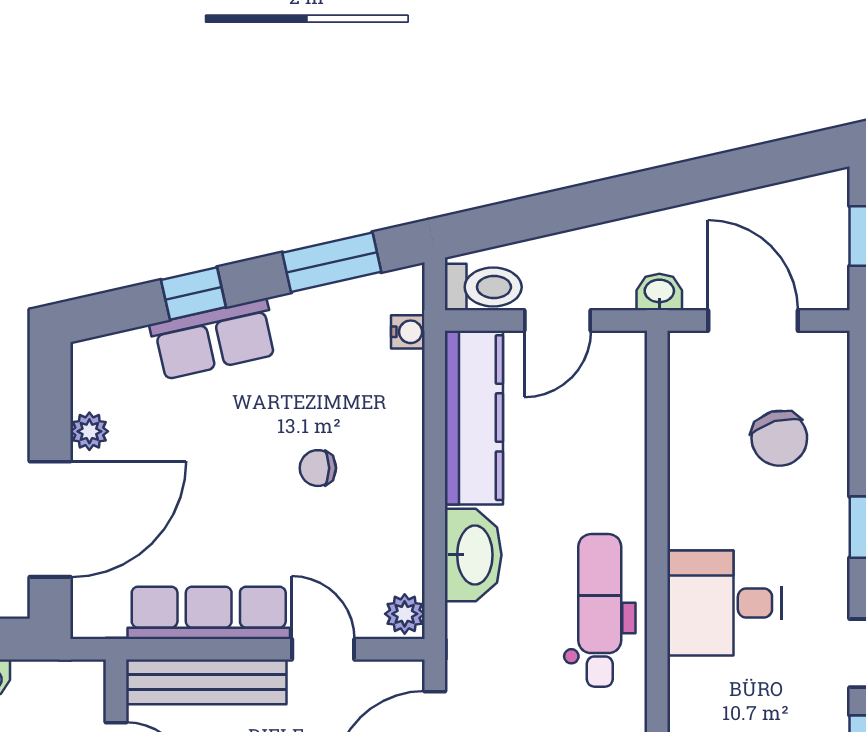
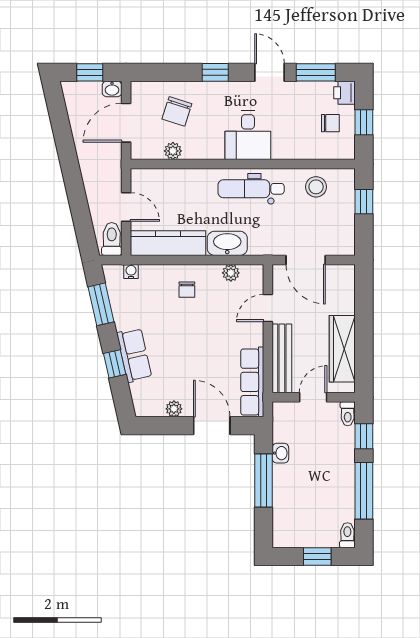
washbasin: (659, 292) -> (112, 89), moved, turned -90
plant: (688, 429) -> (173, 151), added
chair: (779, 438) -> (177, 111), turned 124
chair: (318, 468) -> (187, 290), moved
door: (50, 519) -> (212, 426), width x0.73
row of seats: (209, 613) -> (252, 382), moved
plant: (405, 614) -> (231, 273), moved

